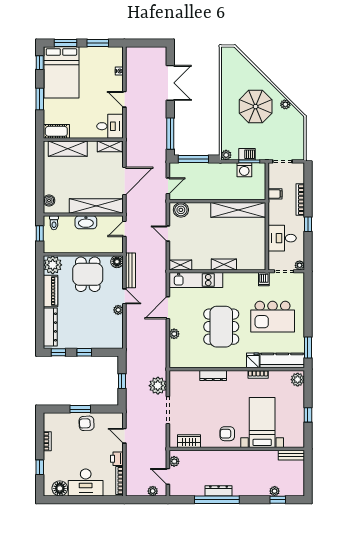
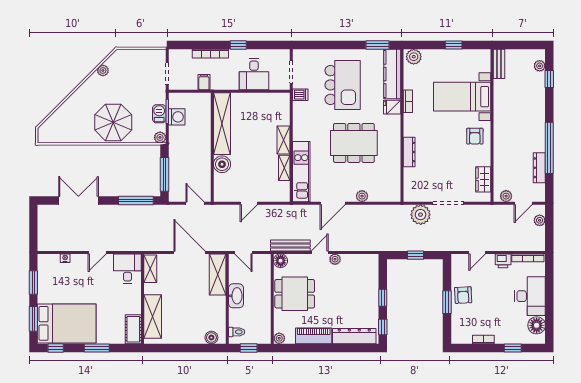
parasol: (256, 107) -> (113, 122), moved
shelving: (96, 206) -> (218, 275), width x0.68
boiler: (181, 210) -> (222, 164), moved
plant: (53, 265) -> (279, 338), width x0.53, depth x0.53
shelving: (180, 265) -> (284, 168), moved
plant: (300, 265) -> (285, 54), removed
door: (168, 308) -> (333, 203), hinge flipped
dresser: (219, 491) -> (539, 168), moved
plant: (275, 491) -> (540, 66), moved

